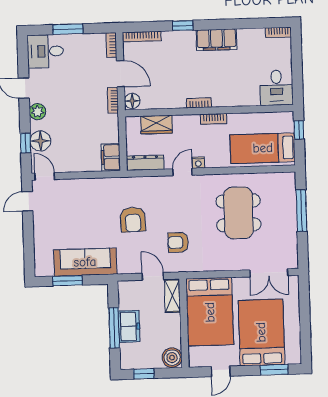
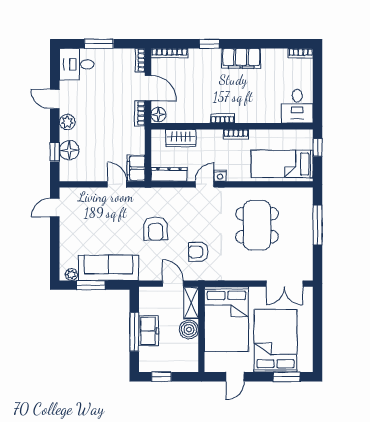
door: (45, 176) -> (117, 184), moved
plant: (47, 270) -> (71, 275), added
boiler: (172, 358) -> (189, 330), moved

